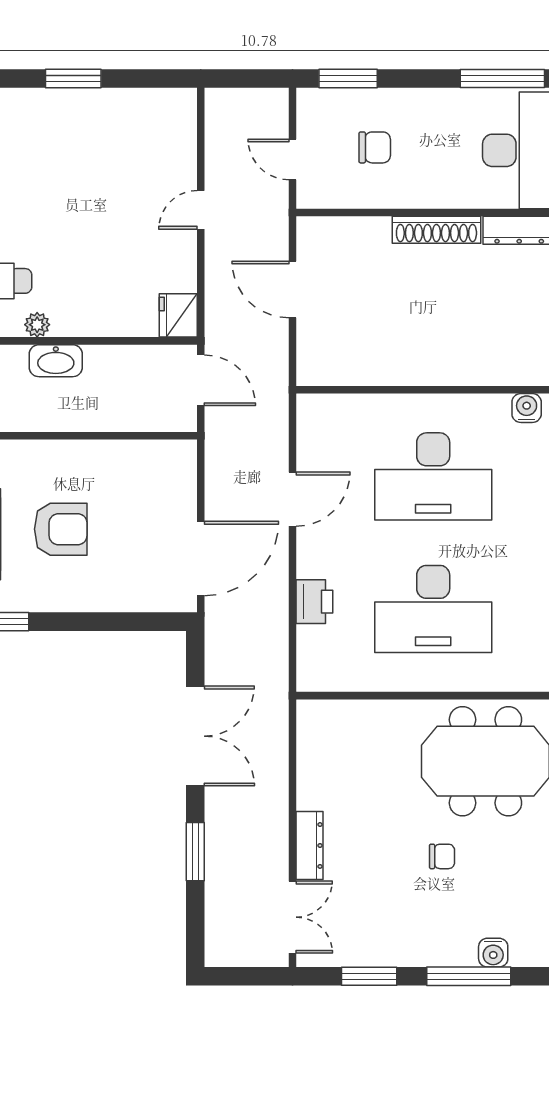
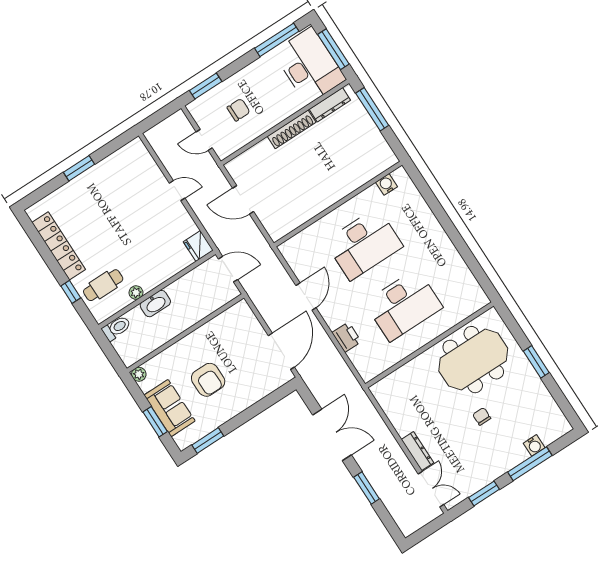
door: (201, 210) -> (177, 191), swing flipped
armchair: (61, 529) -> (208, 380), turned 90
chair: (442, 856) -> (482, 416), turned -90

